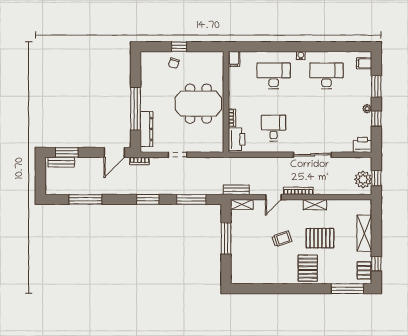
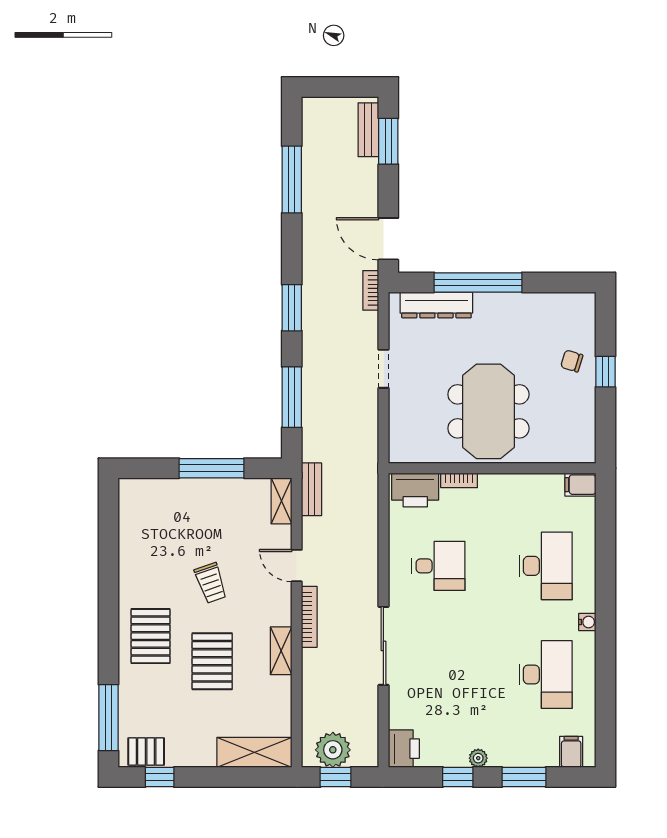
shelving: (364, 233) -> (254, 752), moved
pallet: (308, 268) -> (151, 636), turned 90

